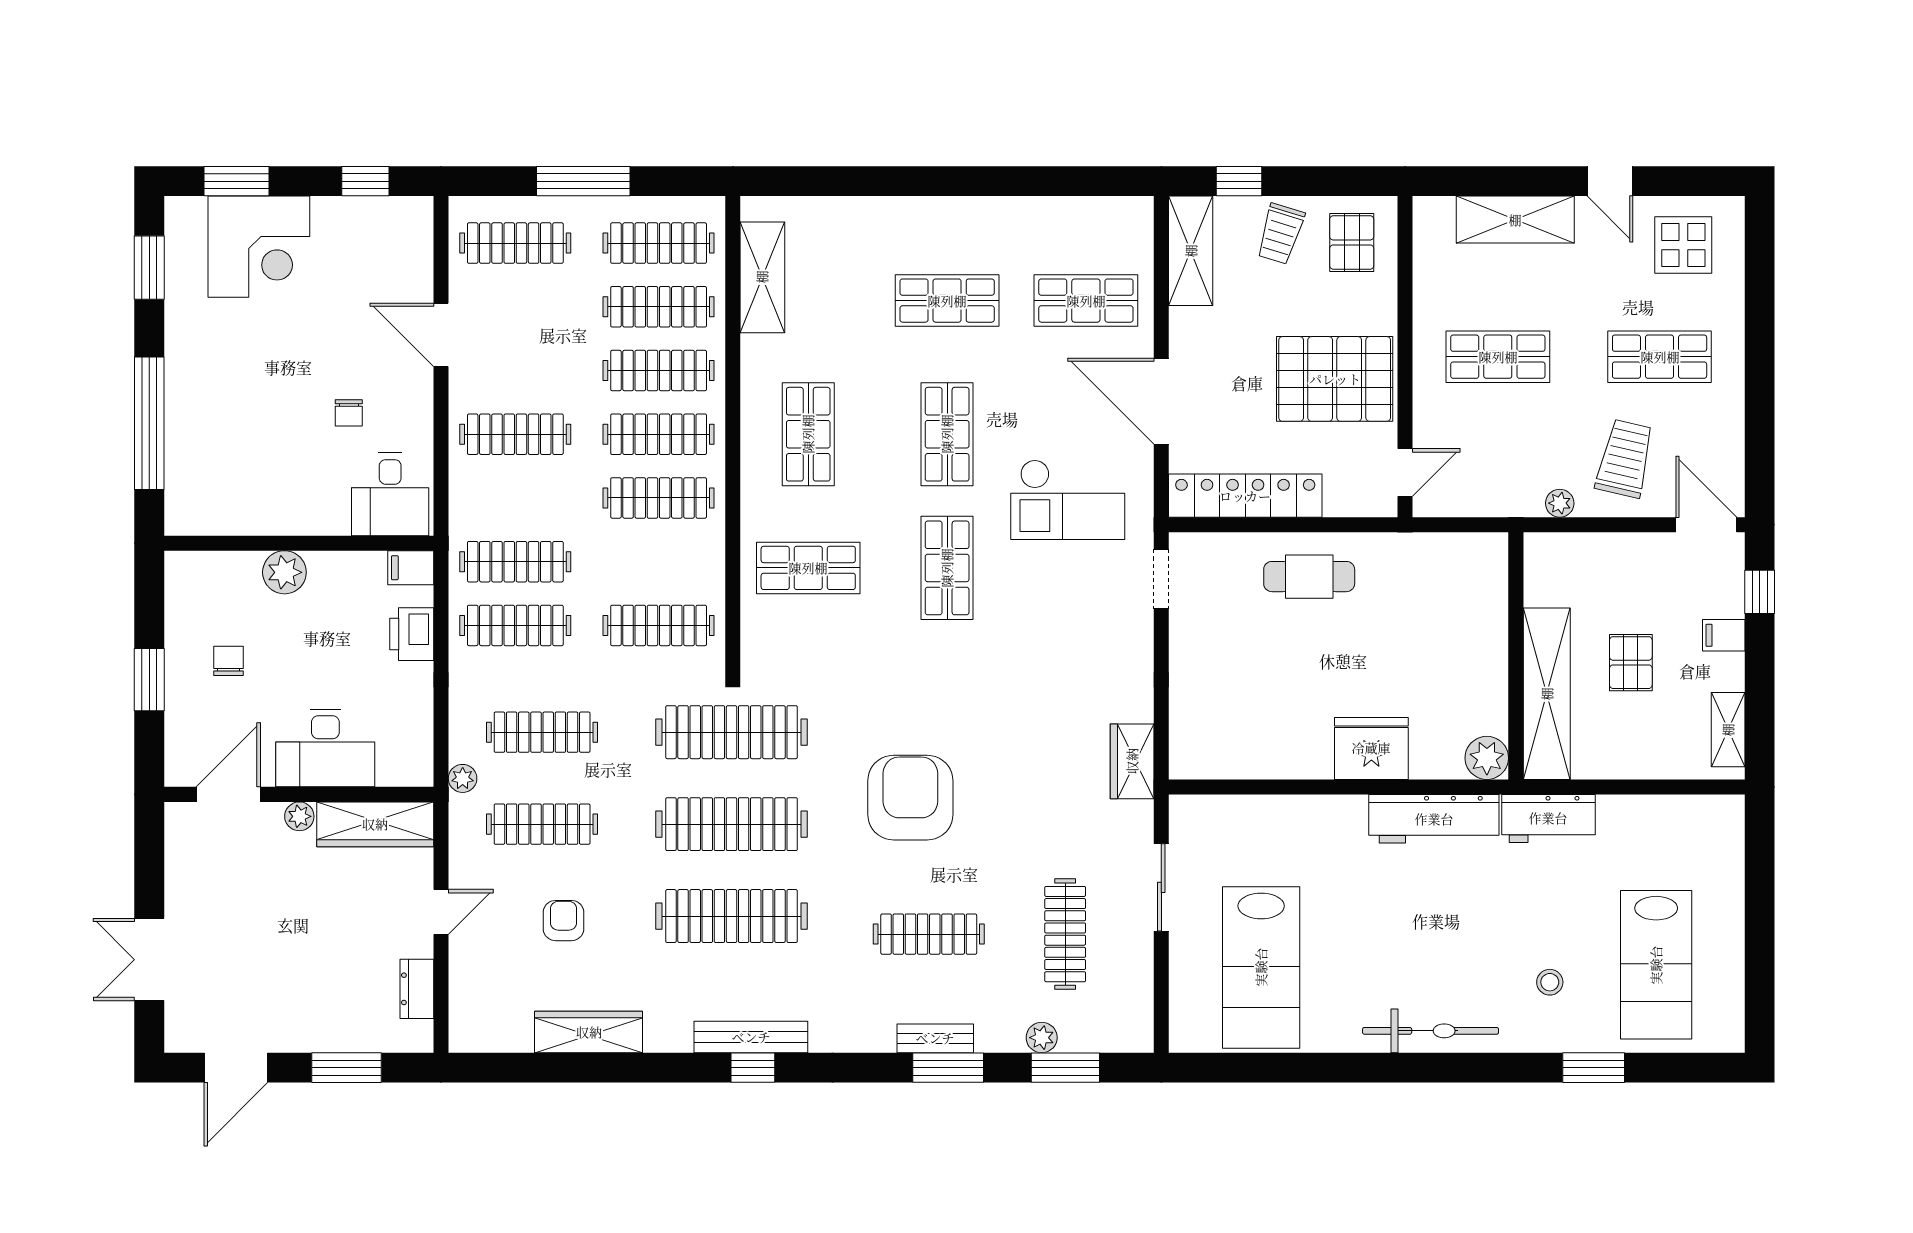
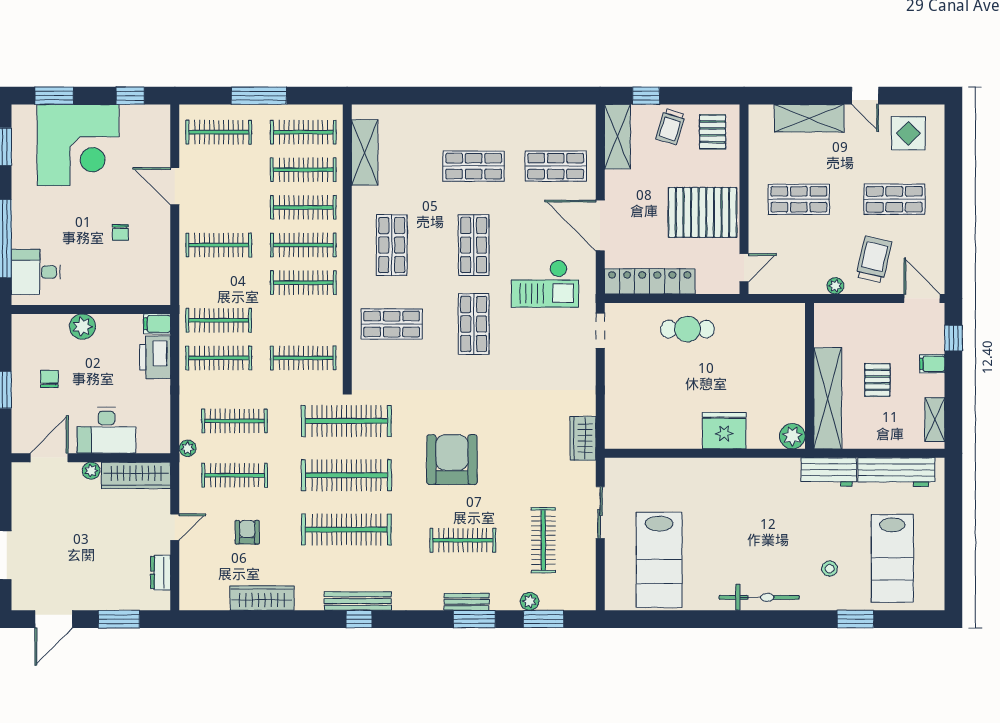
corner desk: (259, 247) -> (78, 145), width x1.36, depth x1.36
desk: (390, 494) -> (36, 272), moved, turned 90
printer: (412, 634) -> (155, 357), width x1.37, depth x1.19
workbench: (1434, 819) -> (896, 472), moved

